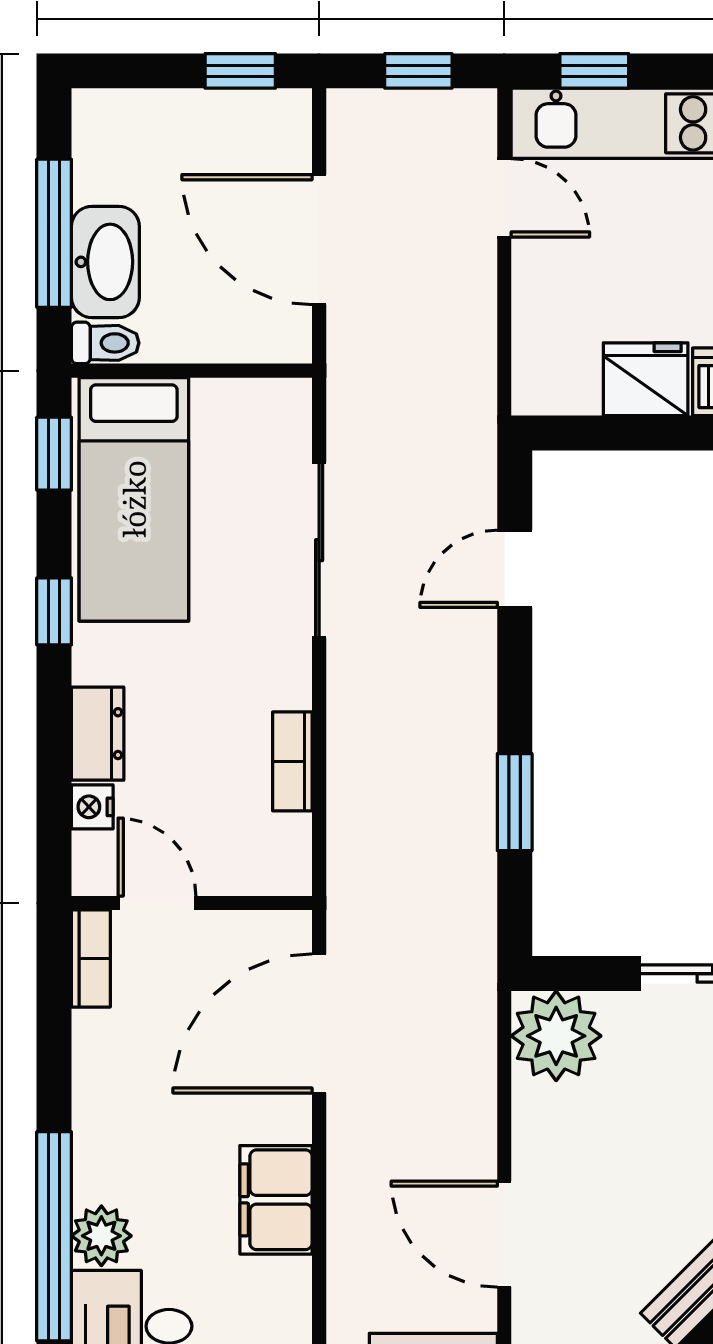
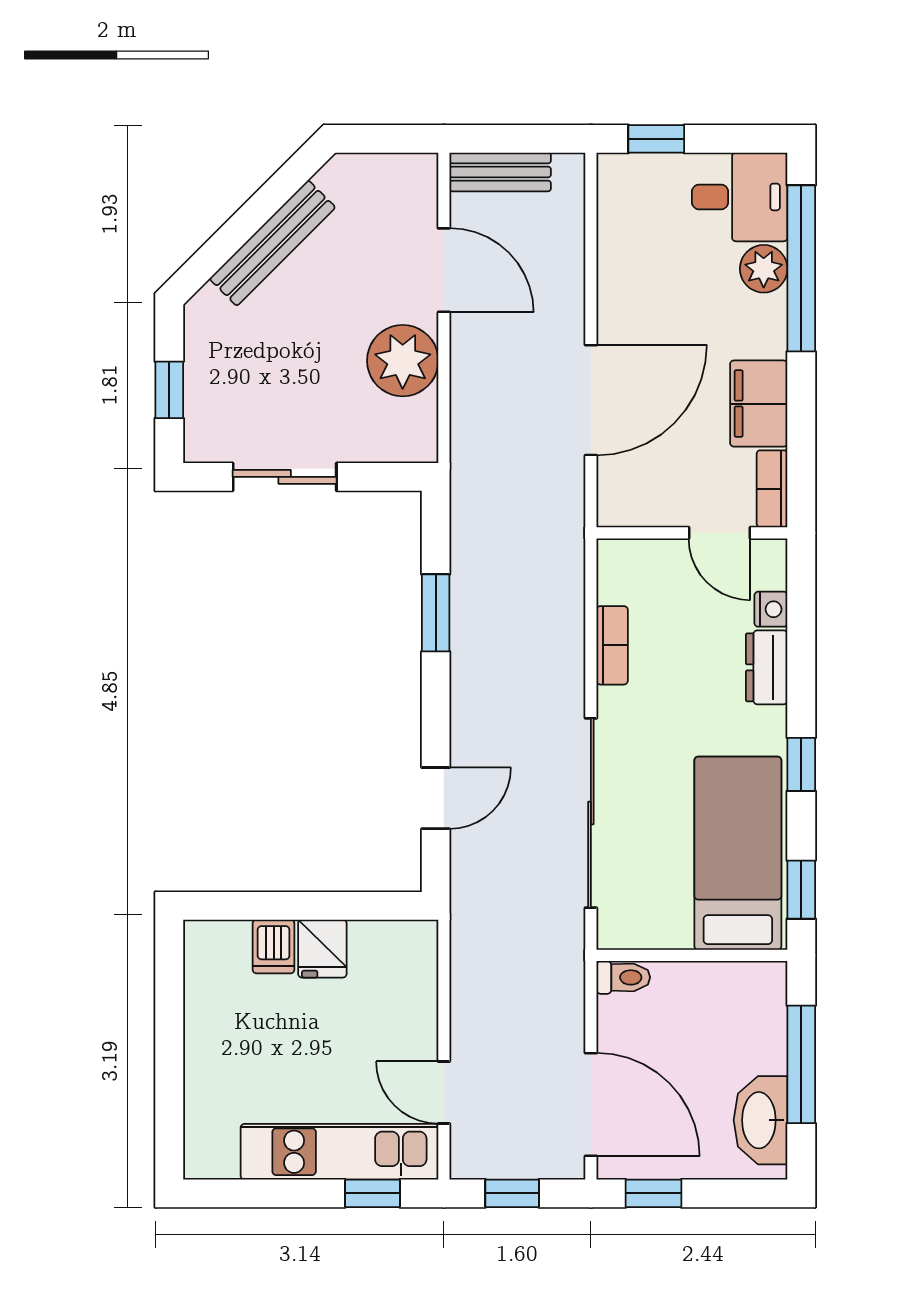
door: (319, 240) -> (591, 1105), moved
washbasin: (105, 262) -> (760, 1120), moved
toilet: (105, 343) -> (623, 977), moved, turned 180
fridge: (646, 379) -> (322, 949), width x0.72
sliding door: (319, 550) -> (591, 813), width x1.36
door: (319, 1024) -> (591, 400), moved
plant: (556, 1036) -> (403, 361), moved
filing cabinet: (276, 1200) -> (759, 404), moved, turned 180

